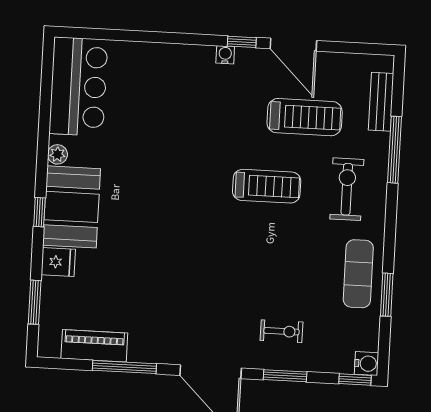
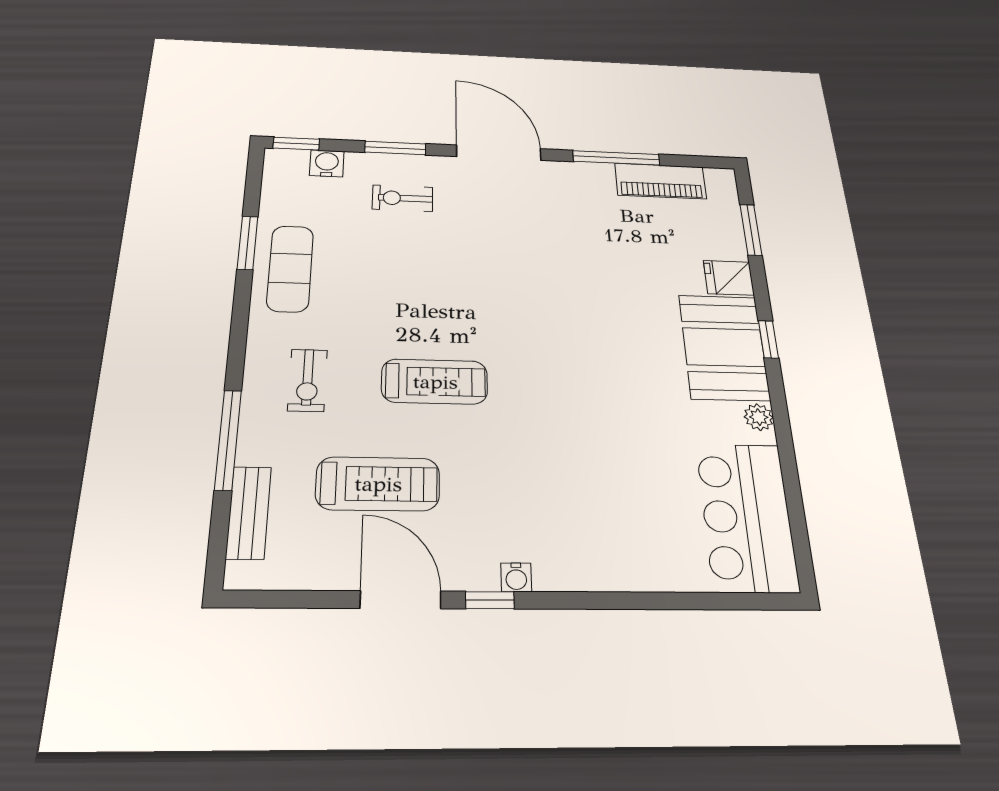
treadmill: (305, 117) -> (378, 484), turned 180
treadmill: (267, 186) -> (435, 382), turned 180
exercise bike: (347, 189) -> (308, 380), width x0.73, depth x0.72
water cooler: (366, 364) -> (327, 163), moved, turned 90

